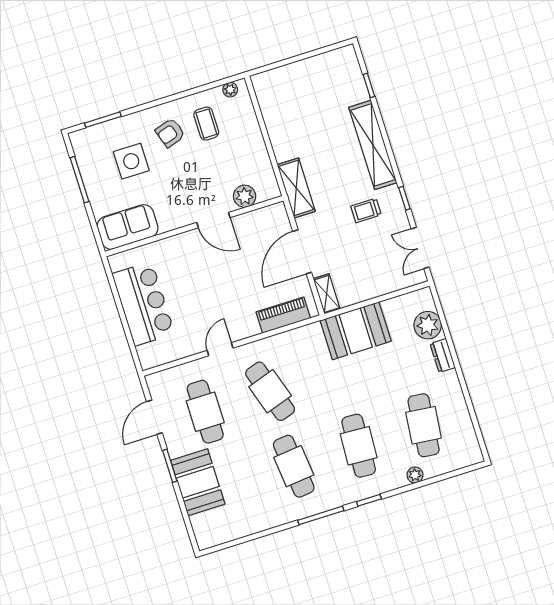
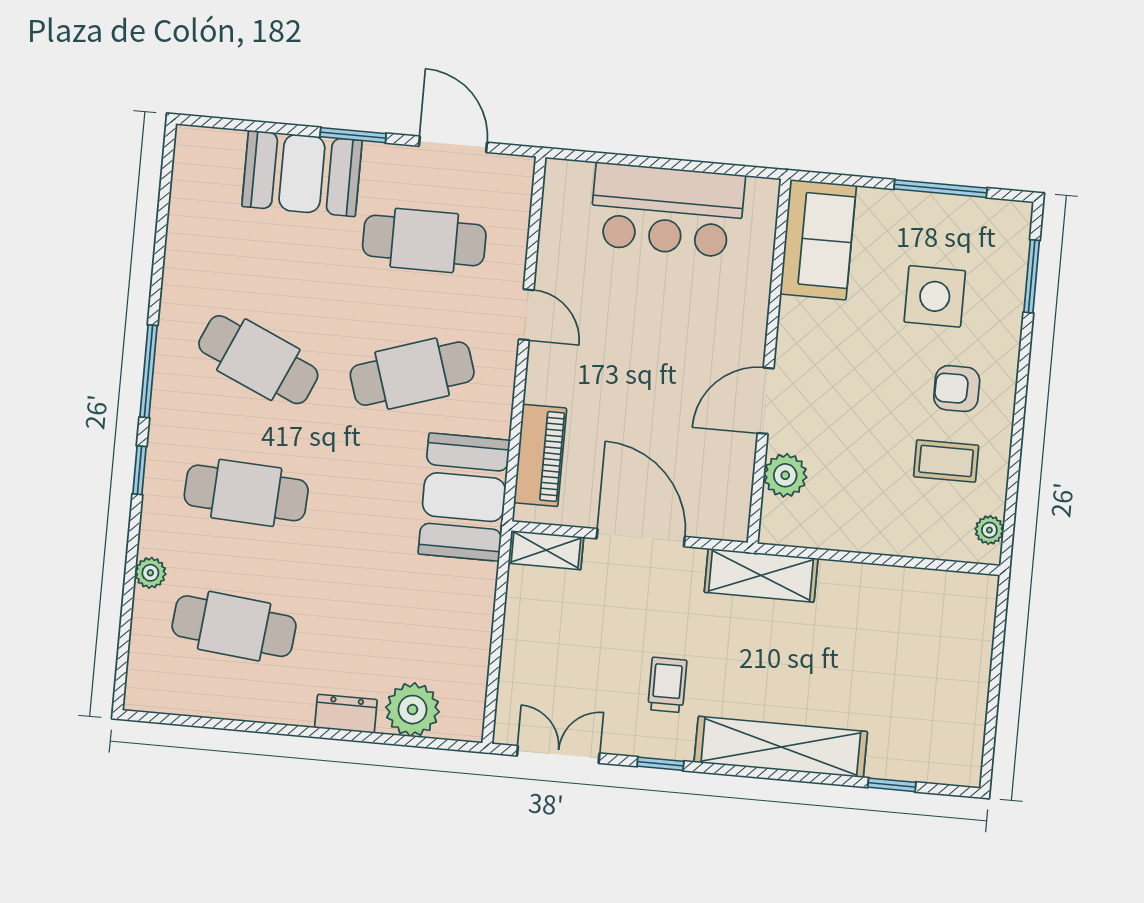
armchair: (170, 133) -> (957, 389), turned -72
booth: (356, 331) -> (464, 497), moved
cafe table: (294, 466) -> (258, 360), turned 30

